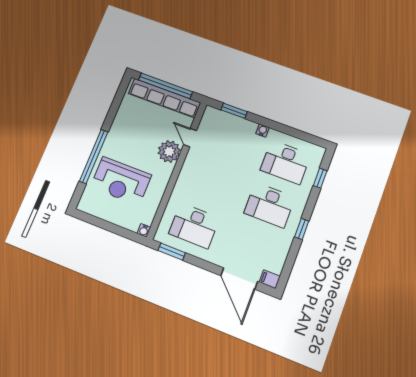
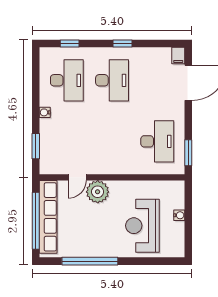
window: (94, 156) -> (90, 261), moved
reception desk: (121, 181) -> (142, 226), turned 180
water cooler: (144, 230) -> (179, 215), moved

